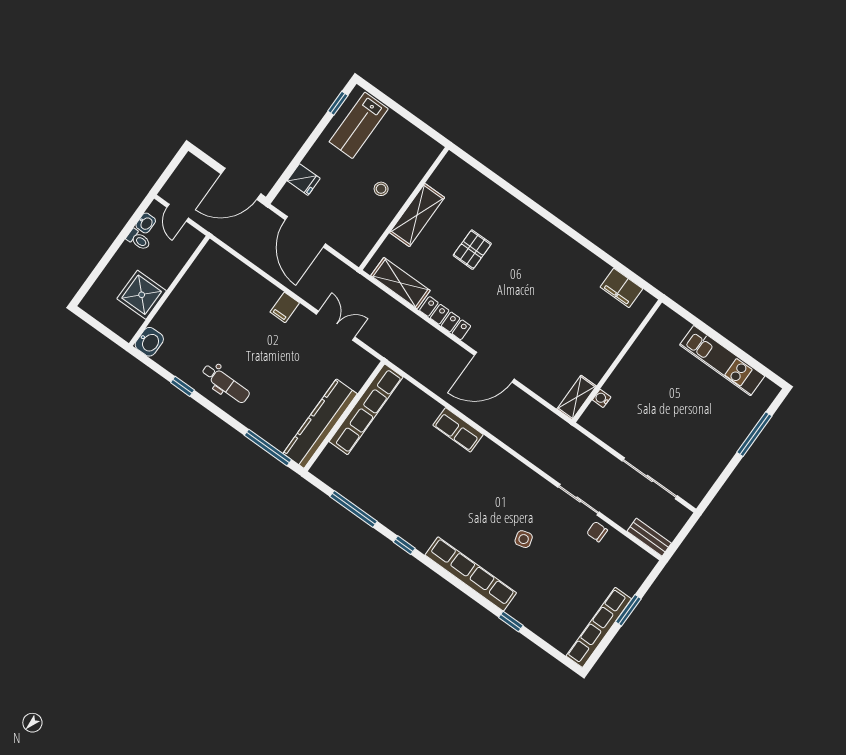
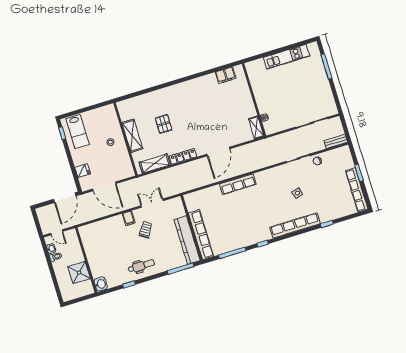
trolley: (287, 347) -> (146, 230), added
row of seats: (366, 409) -> (201, 235), moved
row of seats: (458, 430) -> (238, 184), width x1.48

